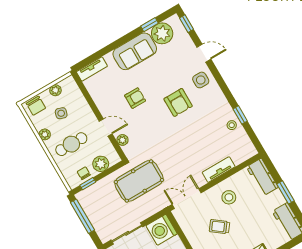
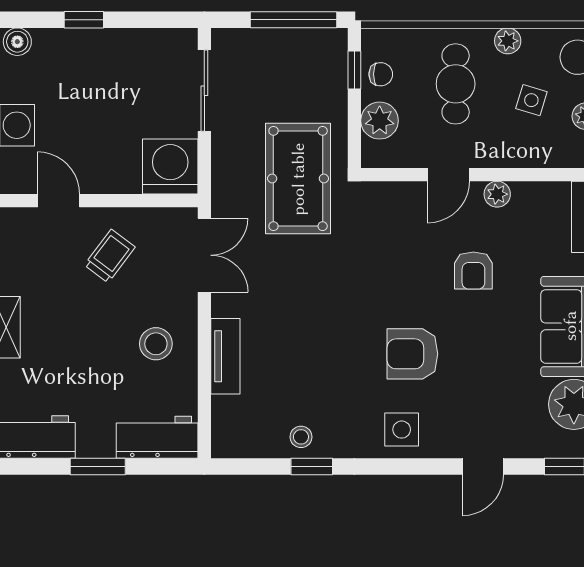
side table: (201, 80) -> (402, 430), moved
plant: (122, 140) -> (497, 194), moved
trolley: (219, 227) -> (110, 256), moved

